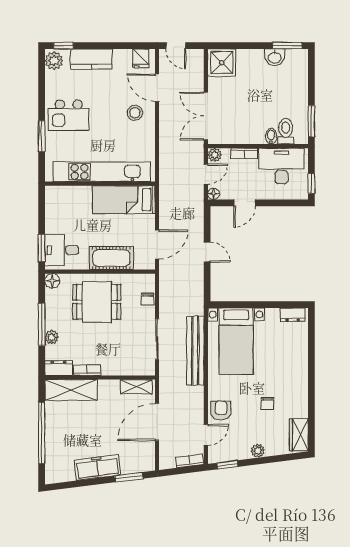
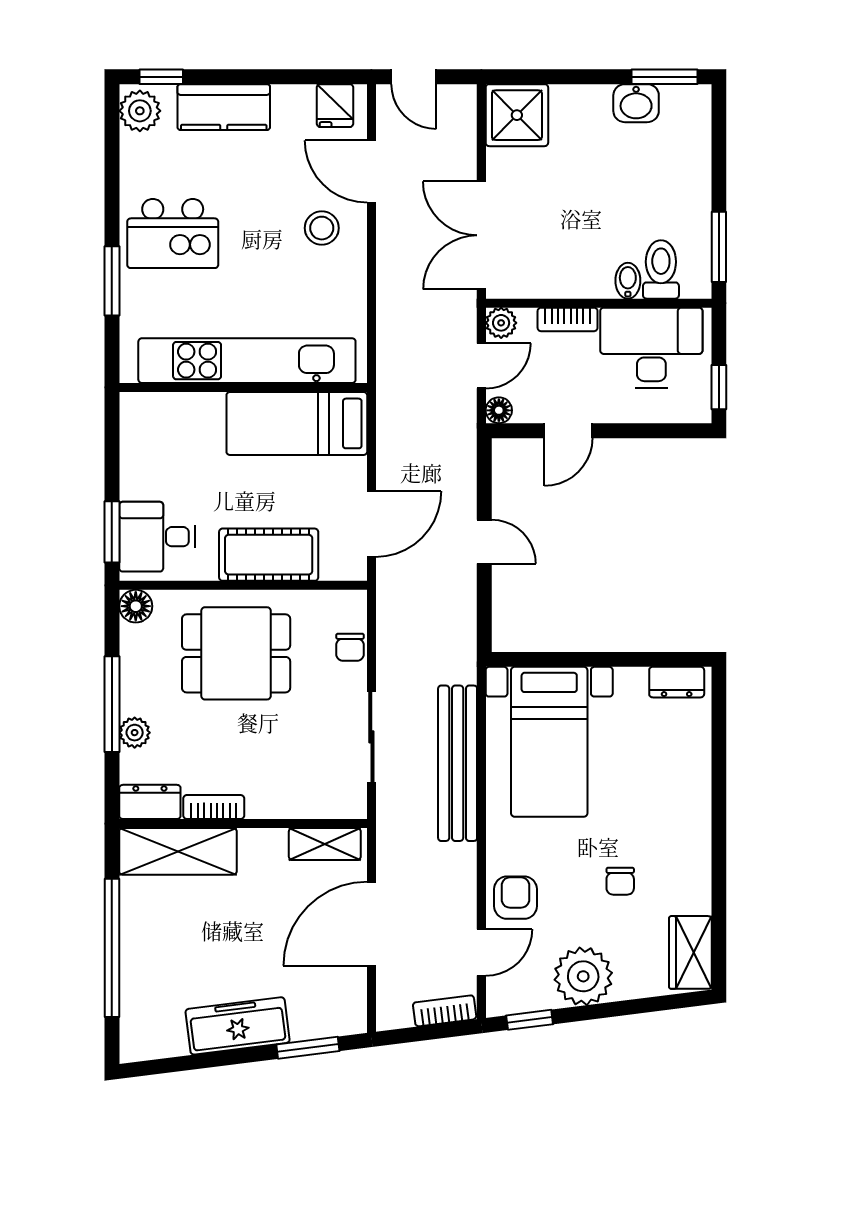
plant: (258, 451) -> (583, 976), width x1.87, depth x1.87

